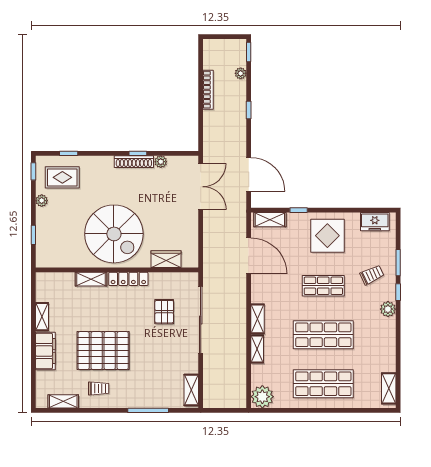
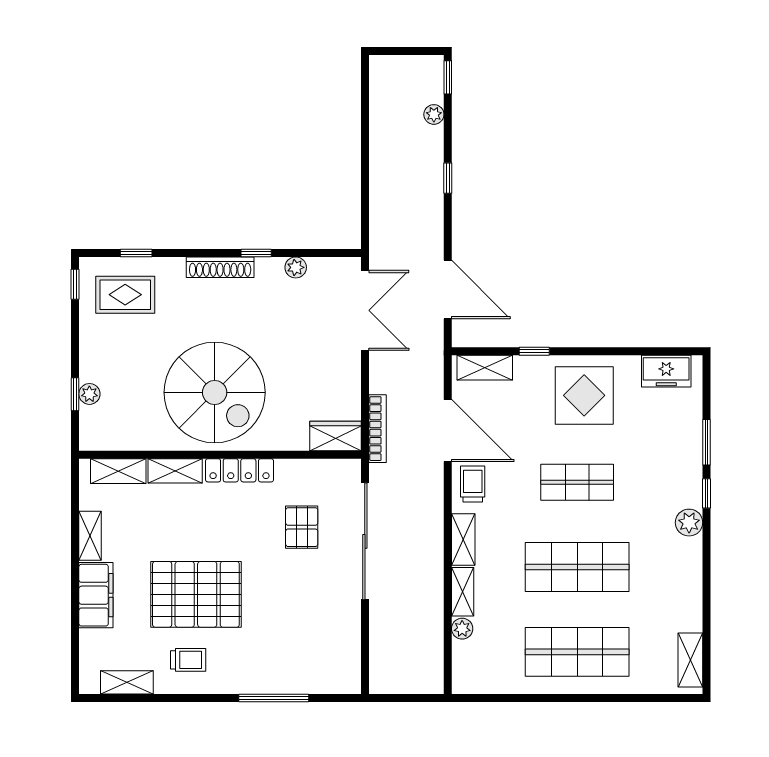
bookcase: (208, 90) -> (377, 429), moved
shoe rack: (134, 162) -> (220, 267), moved
plant: (42, 201) -> (89, 394), moved
wardrobe: (166, 259) -> (335, 436), moved
trolley: (372, 275) -> (473, 484), moved, turned -65
shelving: (191, 390) -> (118, 471), moved, turned 90
plant: (262, 397) -> (462, 629), moved, width x0.53, depth x0.53

